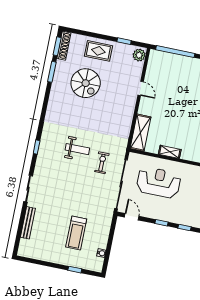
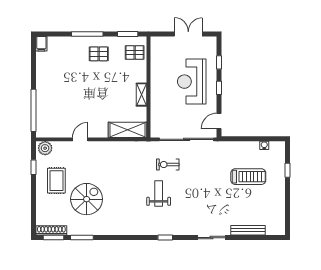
rug: (98, 51) -> (56, 181), moved
reception desk: (159, 182) -> (192, 82), moved

